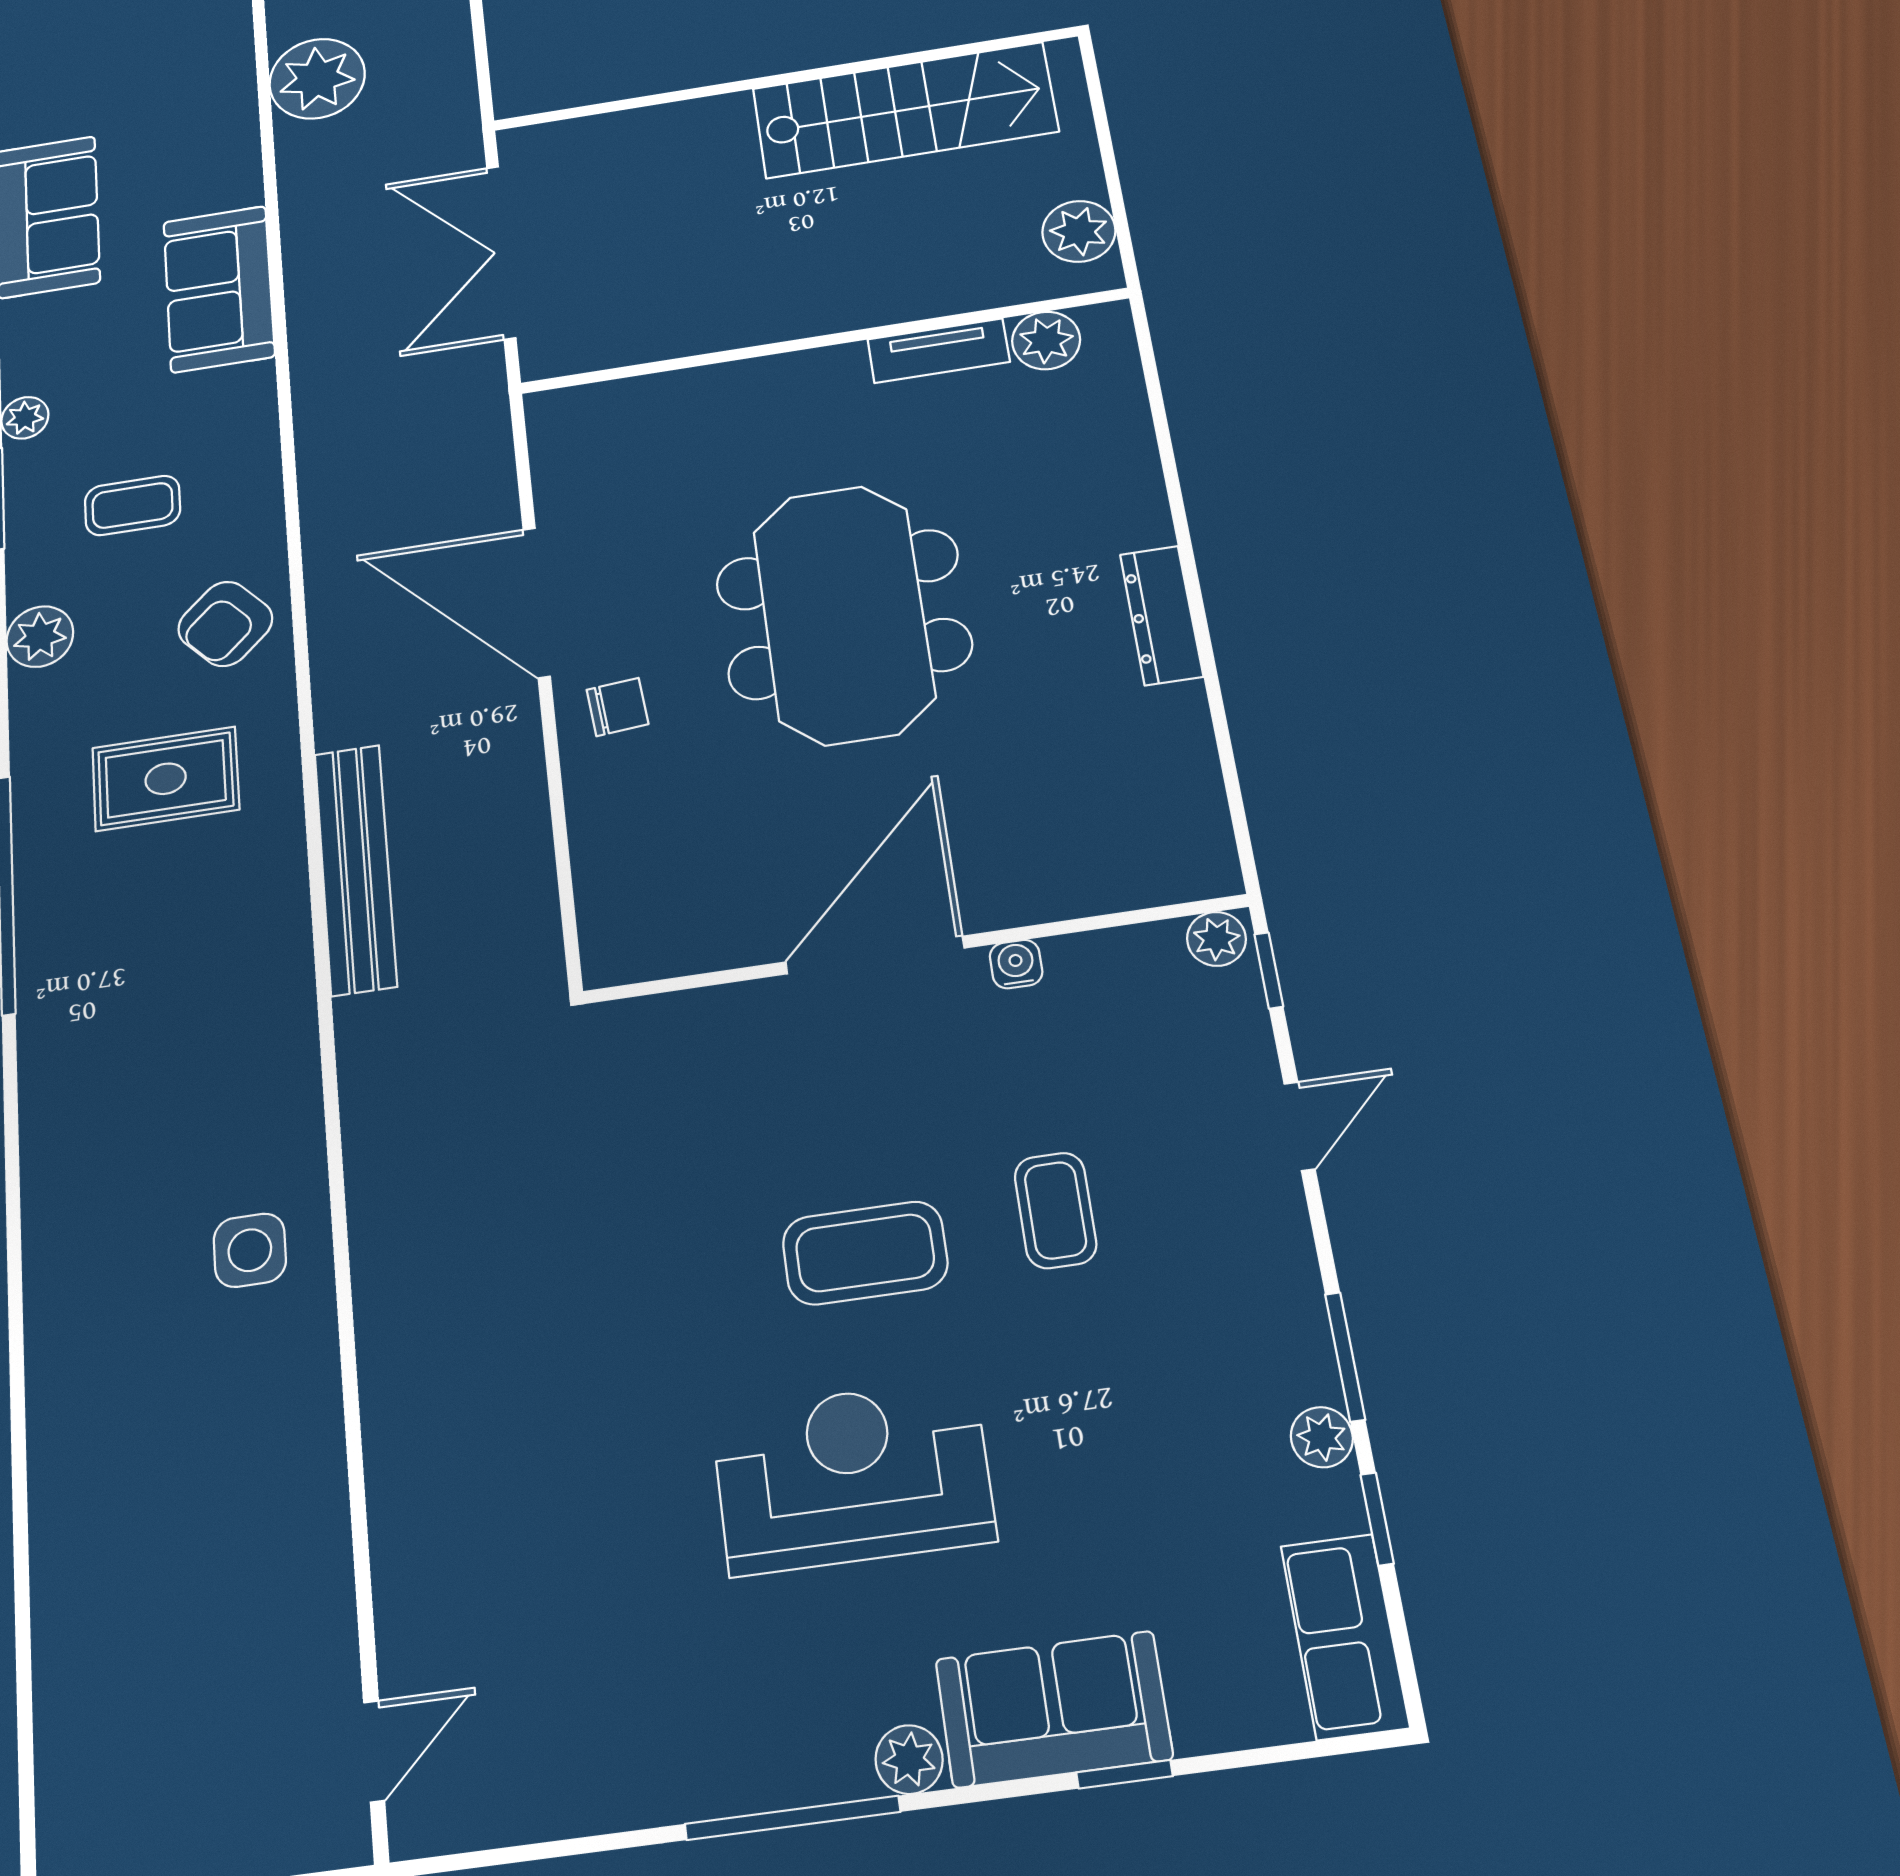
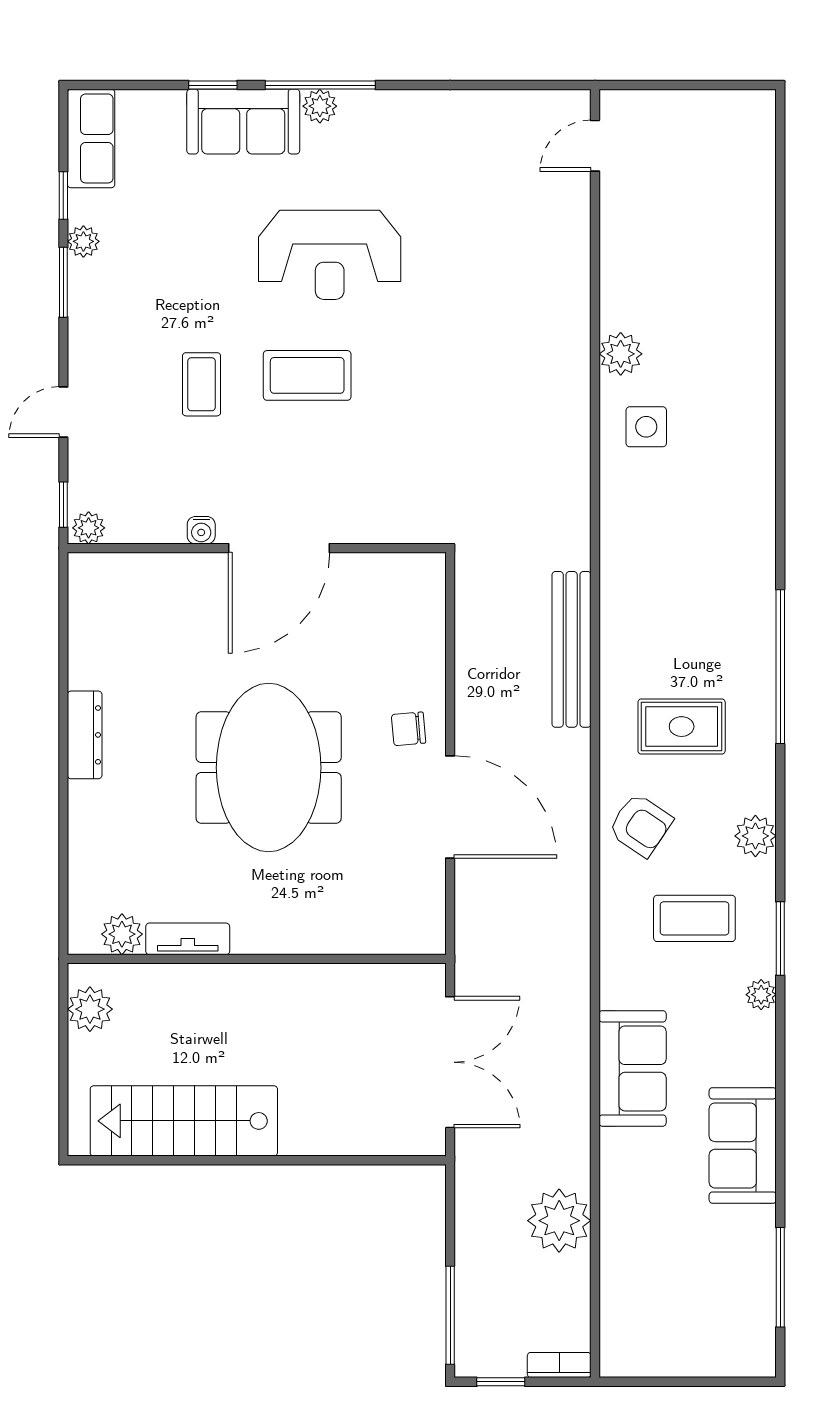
coffee table: (132, 505) -> (694, 918), width x1.36, depth x1.30
armchair: (225, 624) -> (640, 825), turned 77
plant: (303, 1371) -> (621, 354), added
window: (792, 1818) -> (320, 85), moved

